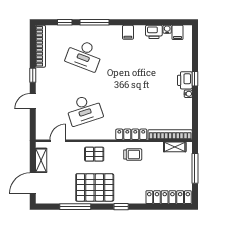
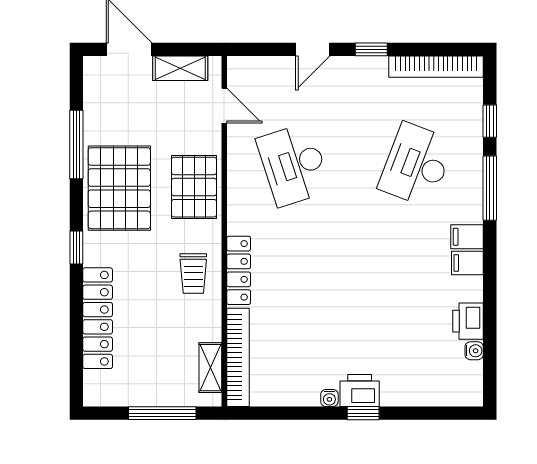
filing cabinet: (178, 32) -> (467, 237), moved
door: (33, 101) -> (313, 49), swing flipped
pallet: (94, 154) -> (194, 187), width x1.50, depth x1.42
locker: (169, 197) -> (98, 318), moved

